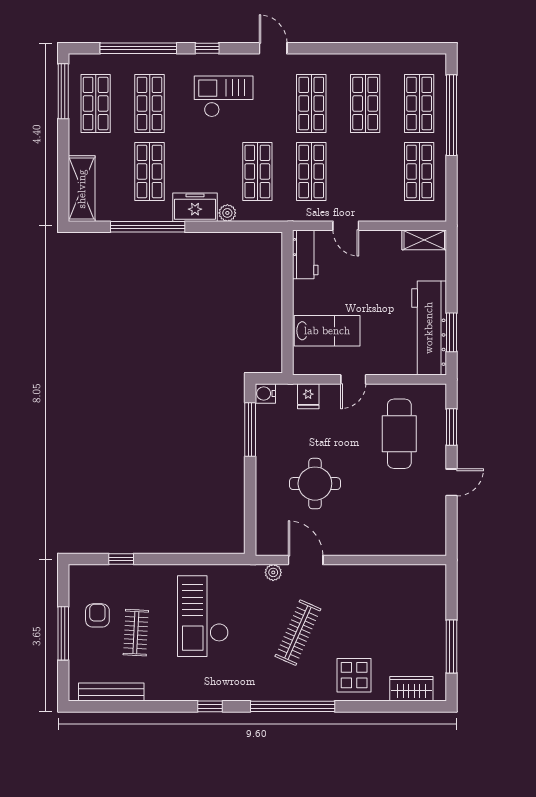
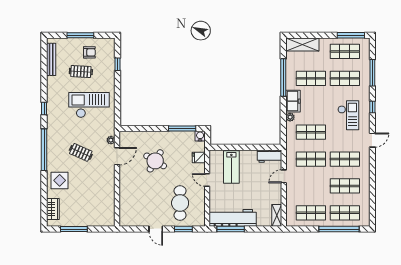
window: (138, 48) -> (372, 73), width x0.68
window: (451, 332) -> (231, 229), width x1.44
cafe table: (399, 434) -> (180, 203), turned 90
round table: (315, 484) -> (155, 161), turned 31
clothes rail: (298, 633) -> (81, 152), width x0.73

